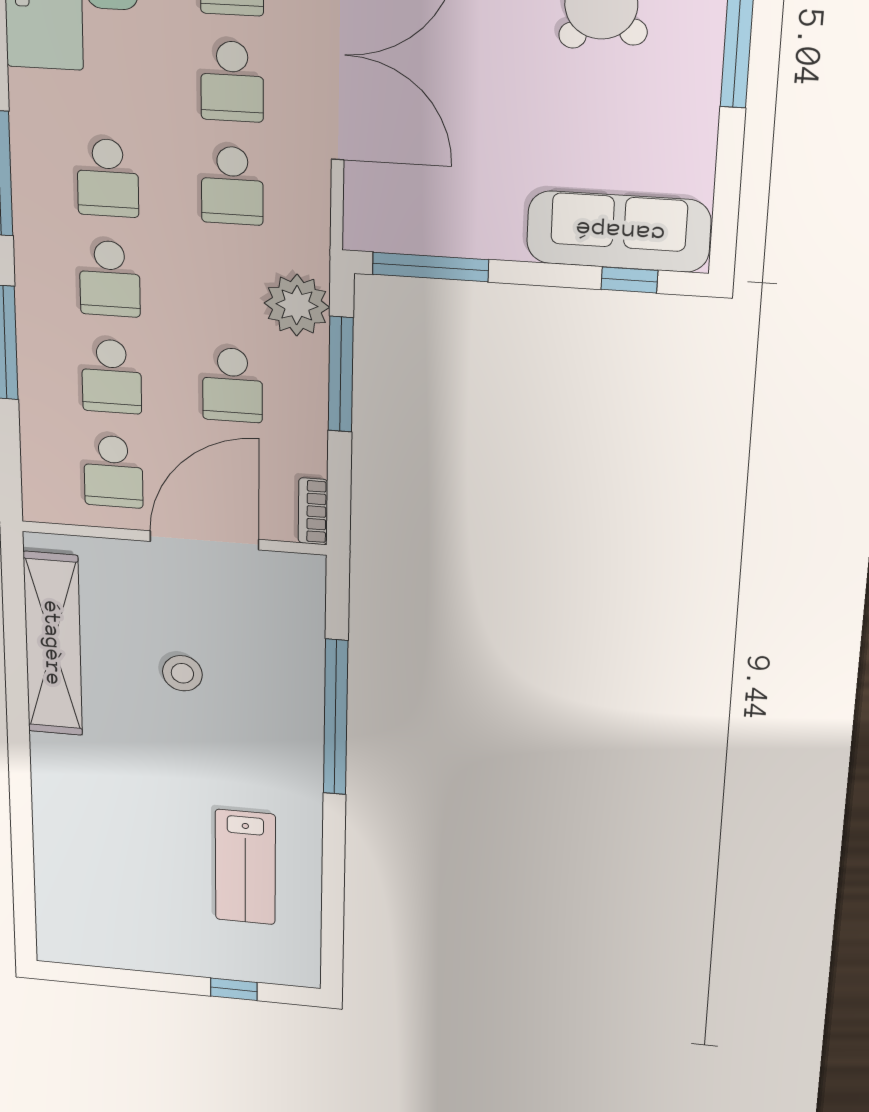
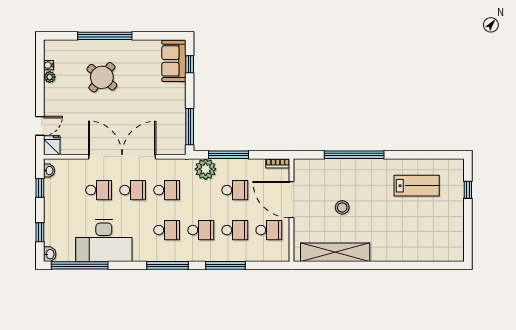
sofa: (619, 232) -> (174, 61), width x0.73

